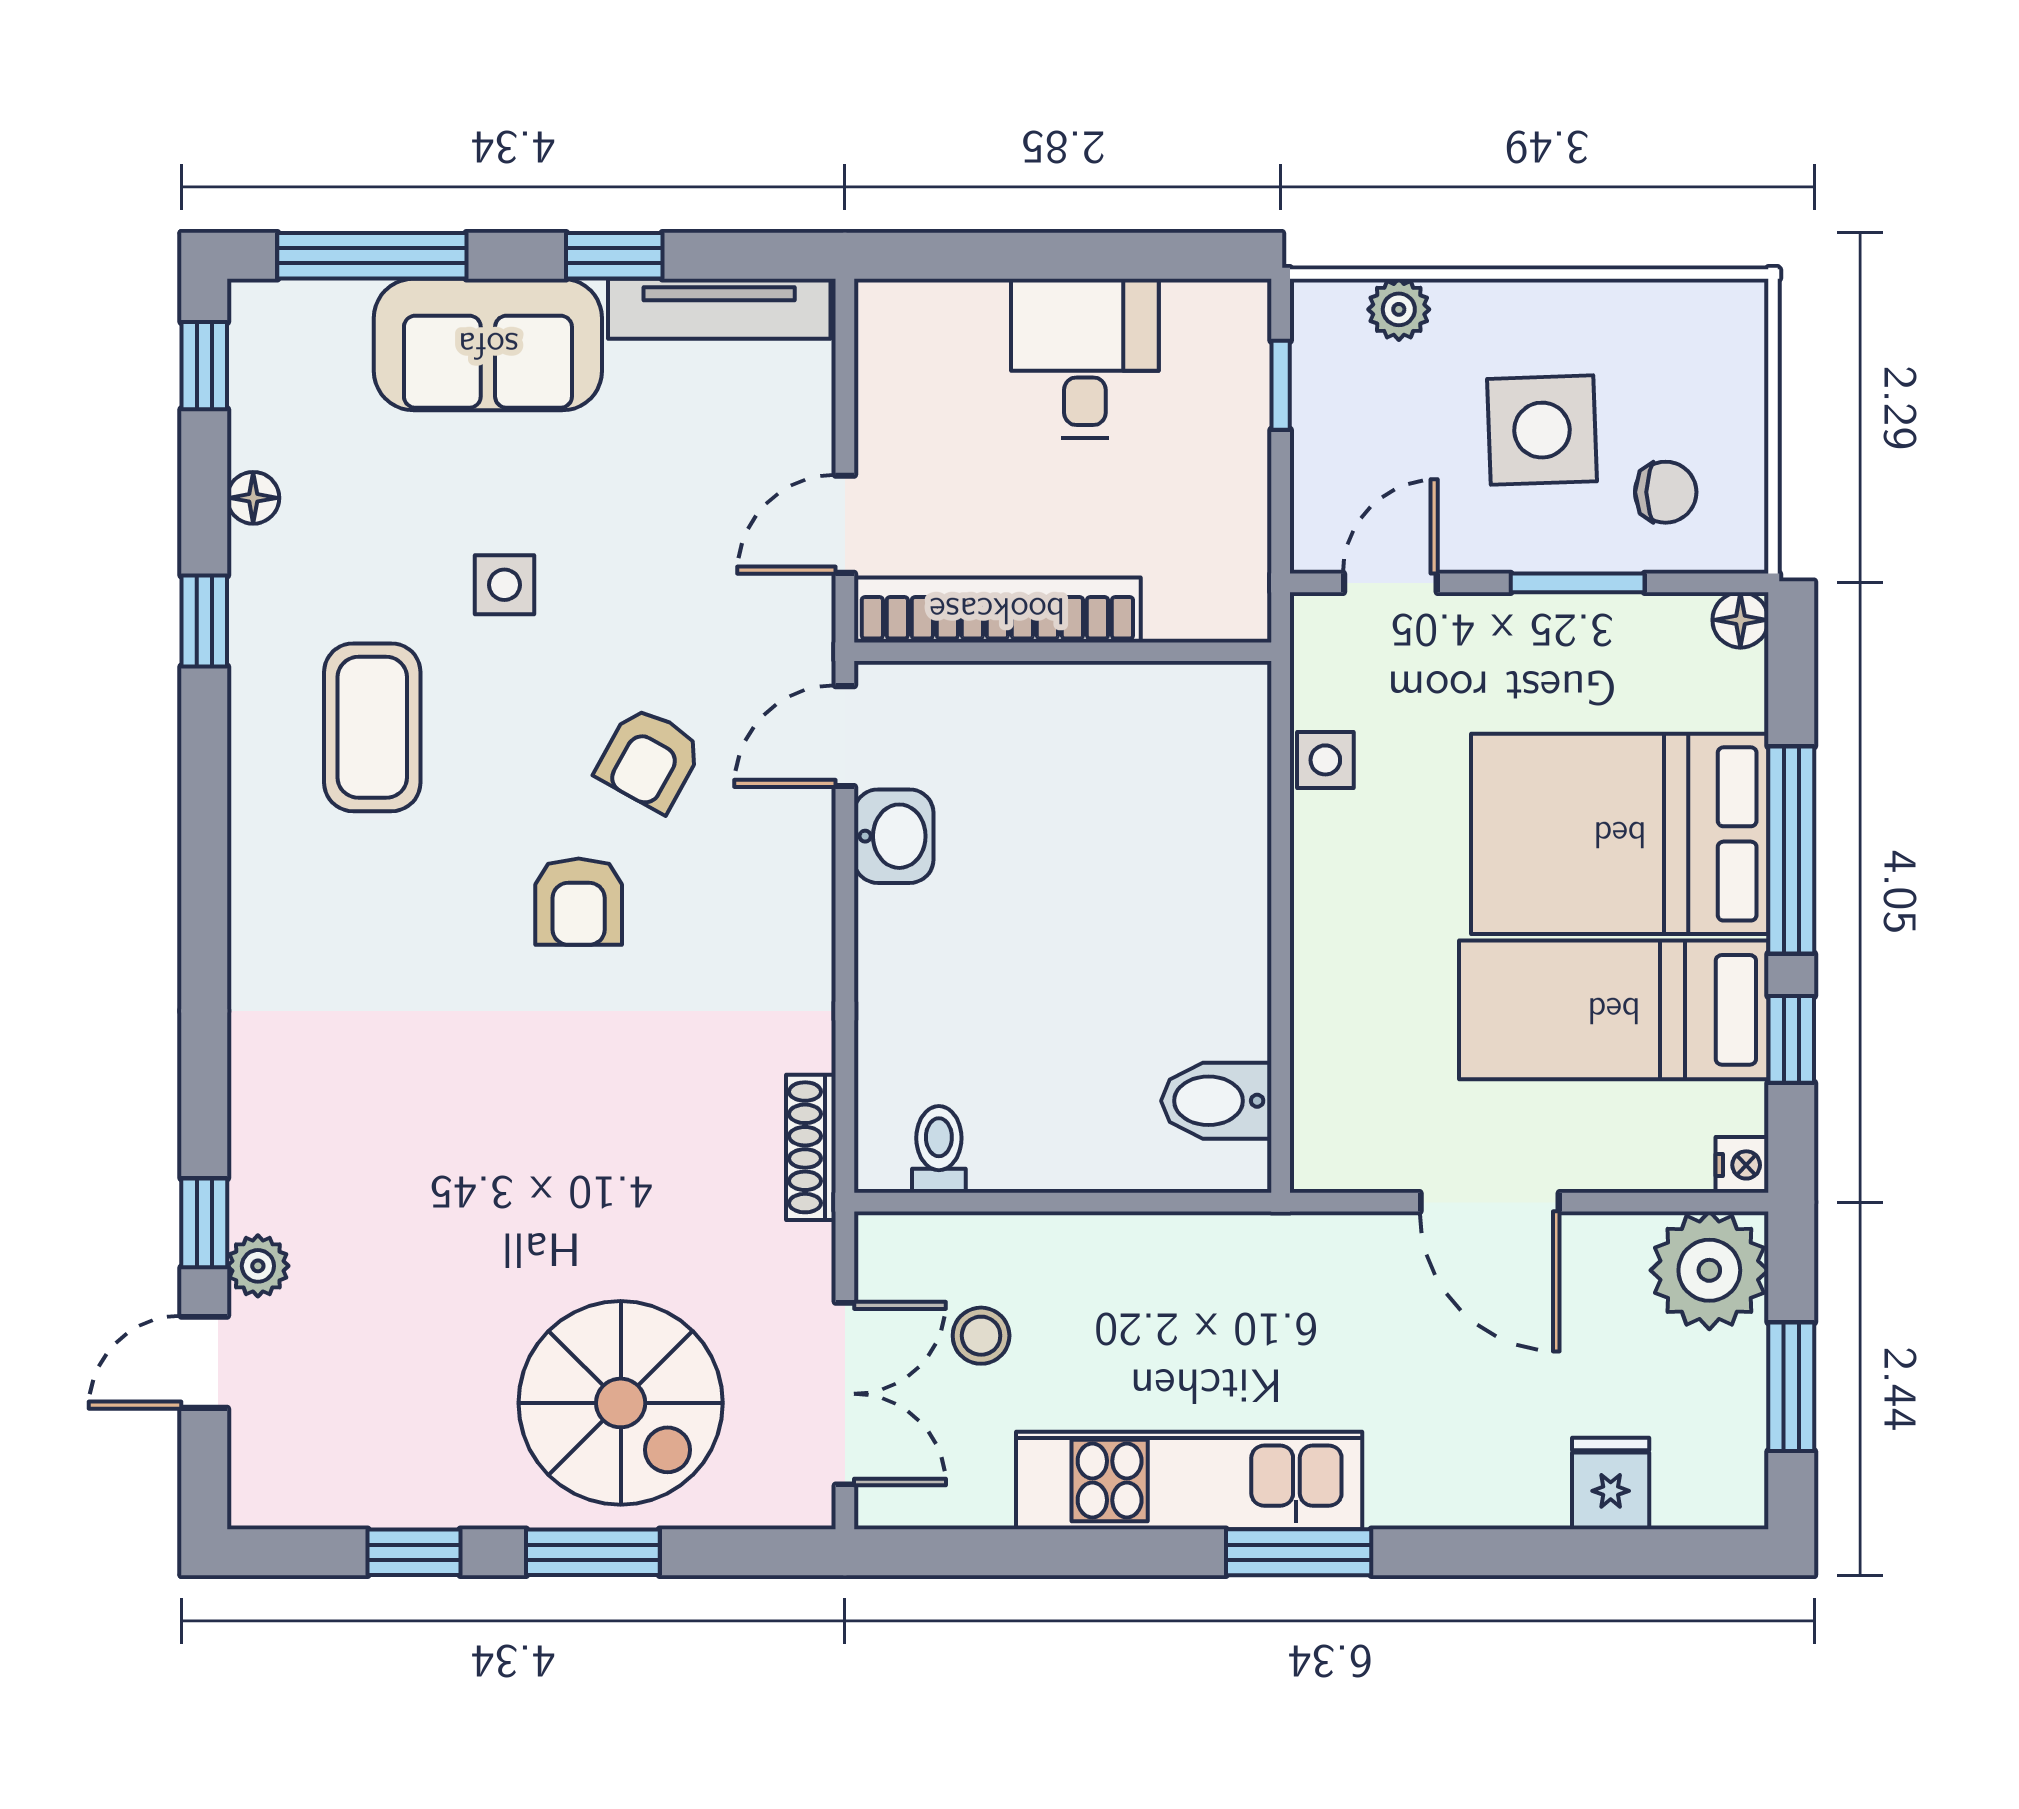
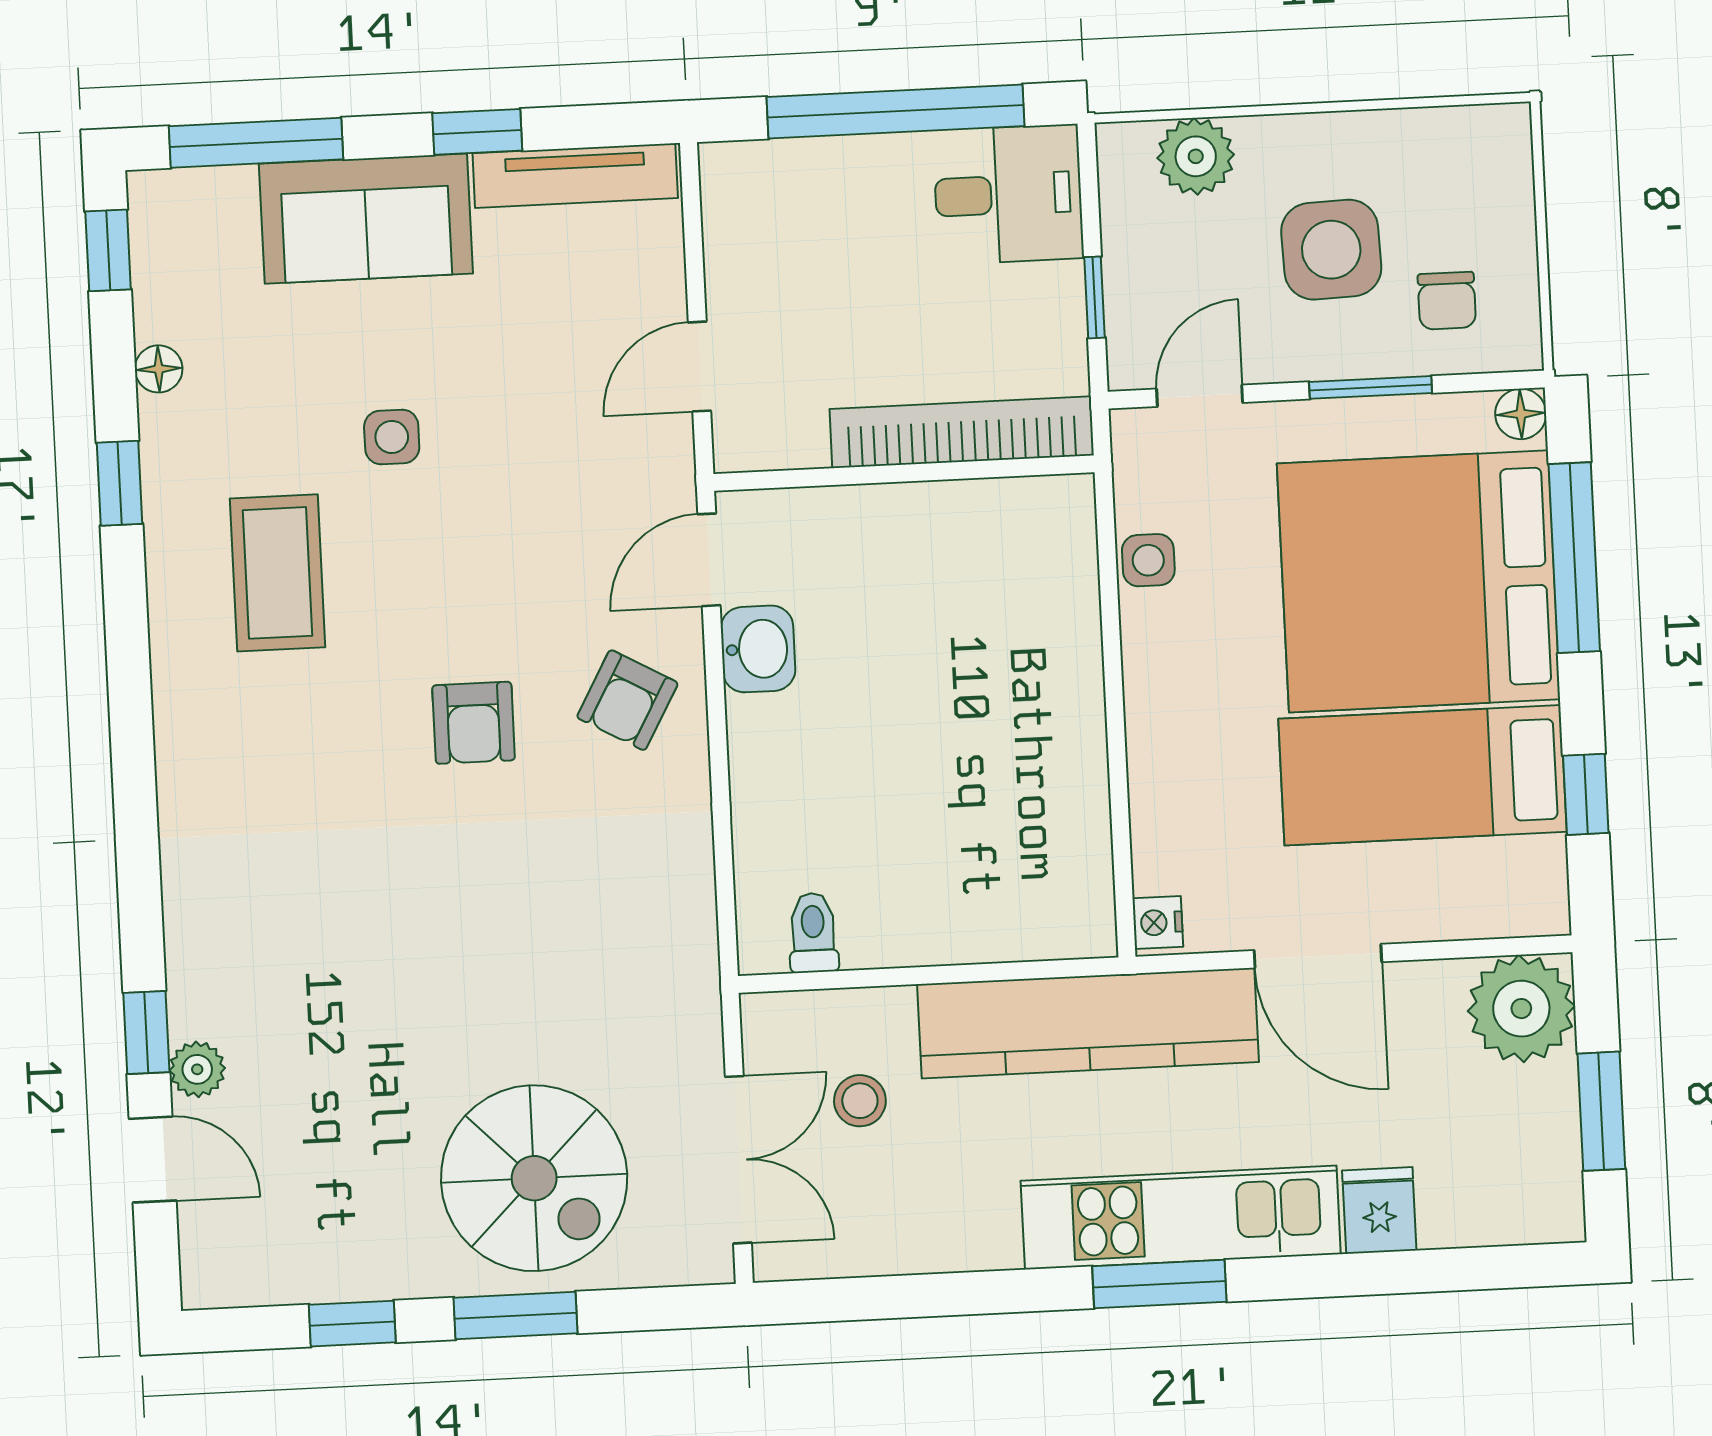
window: (1073, 256) -> (896, 111), added
plant: (1399, 309) -> (1196, 156), width x1.38, depth x1.38
desk: (1085, 358) -> (1008, 194), moved, turned 90
window: (1281, 385) -> (1095, 297), moved
chair: (1666, 492) -> (1447, 301), turned 90
bookcase: (997, 610) -> (962, 432), moved
armchair: (649, 759) -> (627, 700), moved
bed: (1620, 834) -> (1419, 581), width x1.36
window: (1791, 850) -> (1574, 558), moved
bidet: (1216, 1101) -> (1064, 876), removed
shoe rack: (811, 1147) -> (696, 936), removed
nightstand: (1742, 1165) -> (1158, 923), moved, turned 180
kitchen counter: (1235, 1263) -> (1088, 1023), added
door: (204, 1362) -> (153, 1160), swing flipped
kitchen unit: (1189, 1481) -> (1181, 1217), moved
fridge: (1611, 1483) -> (1379, 1210), moved

